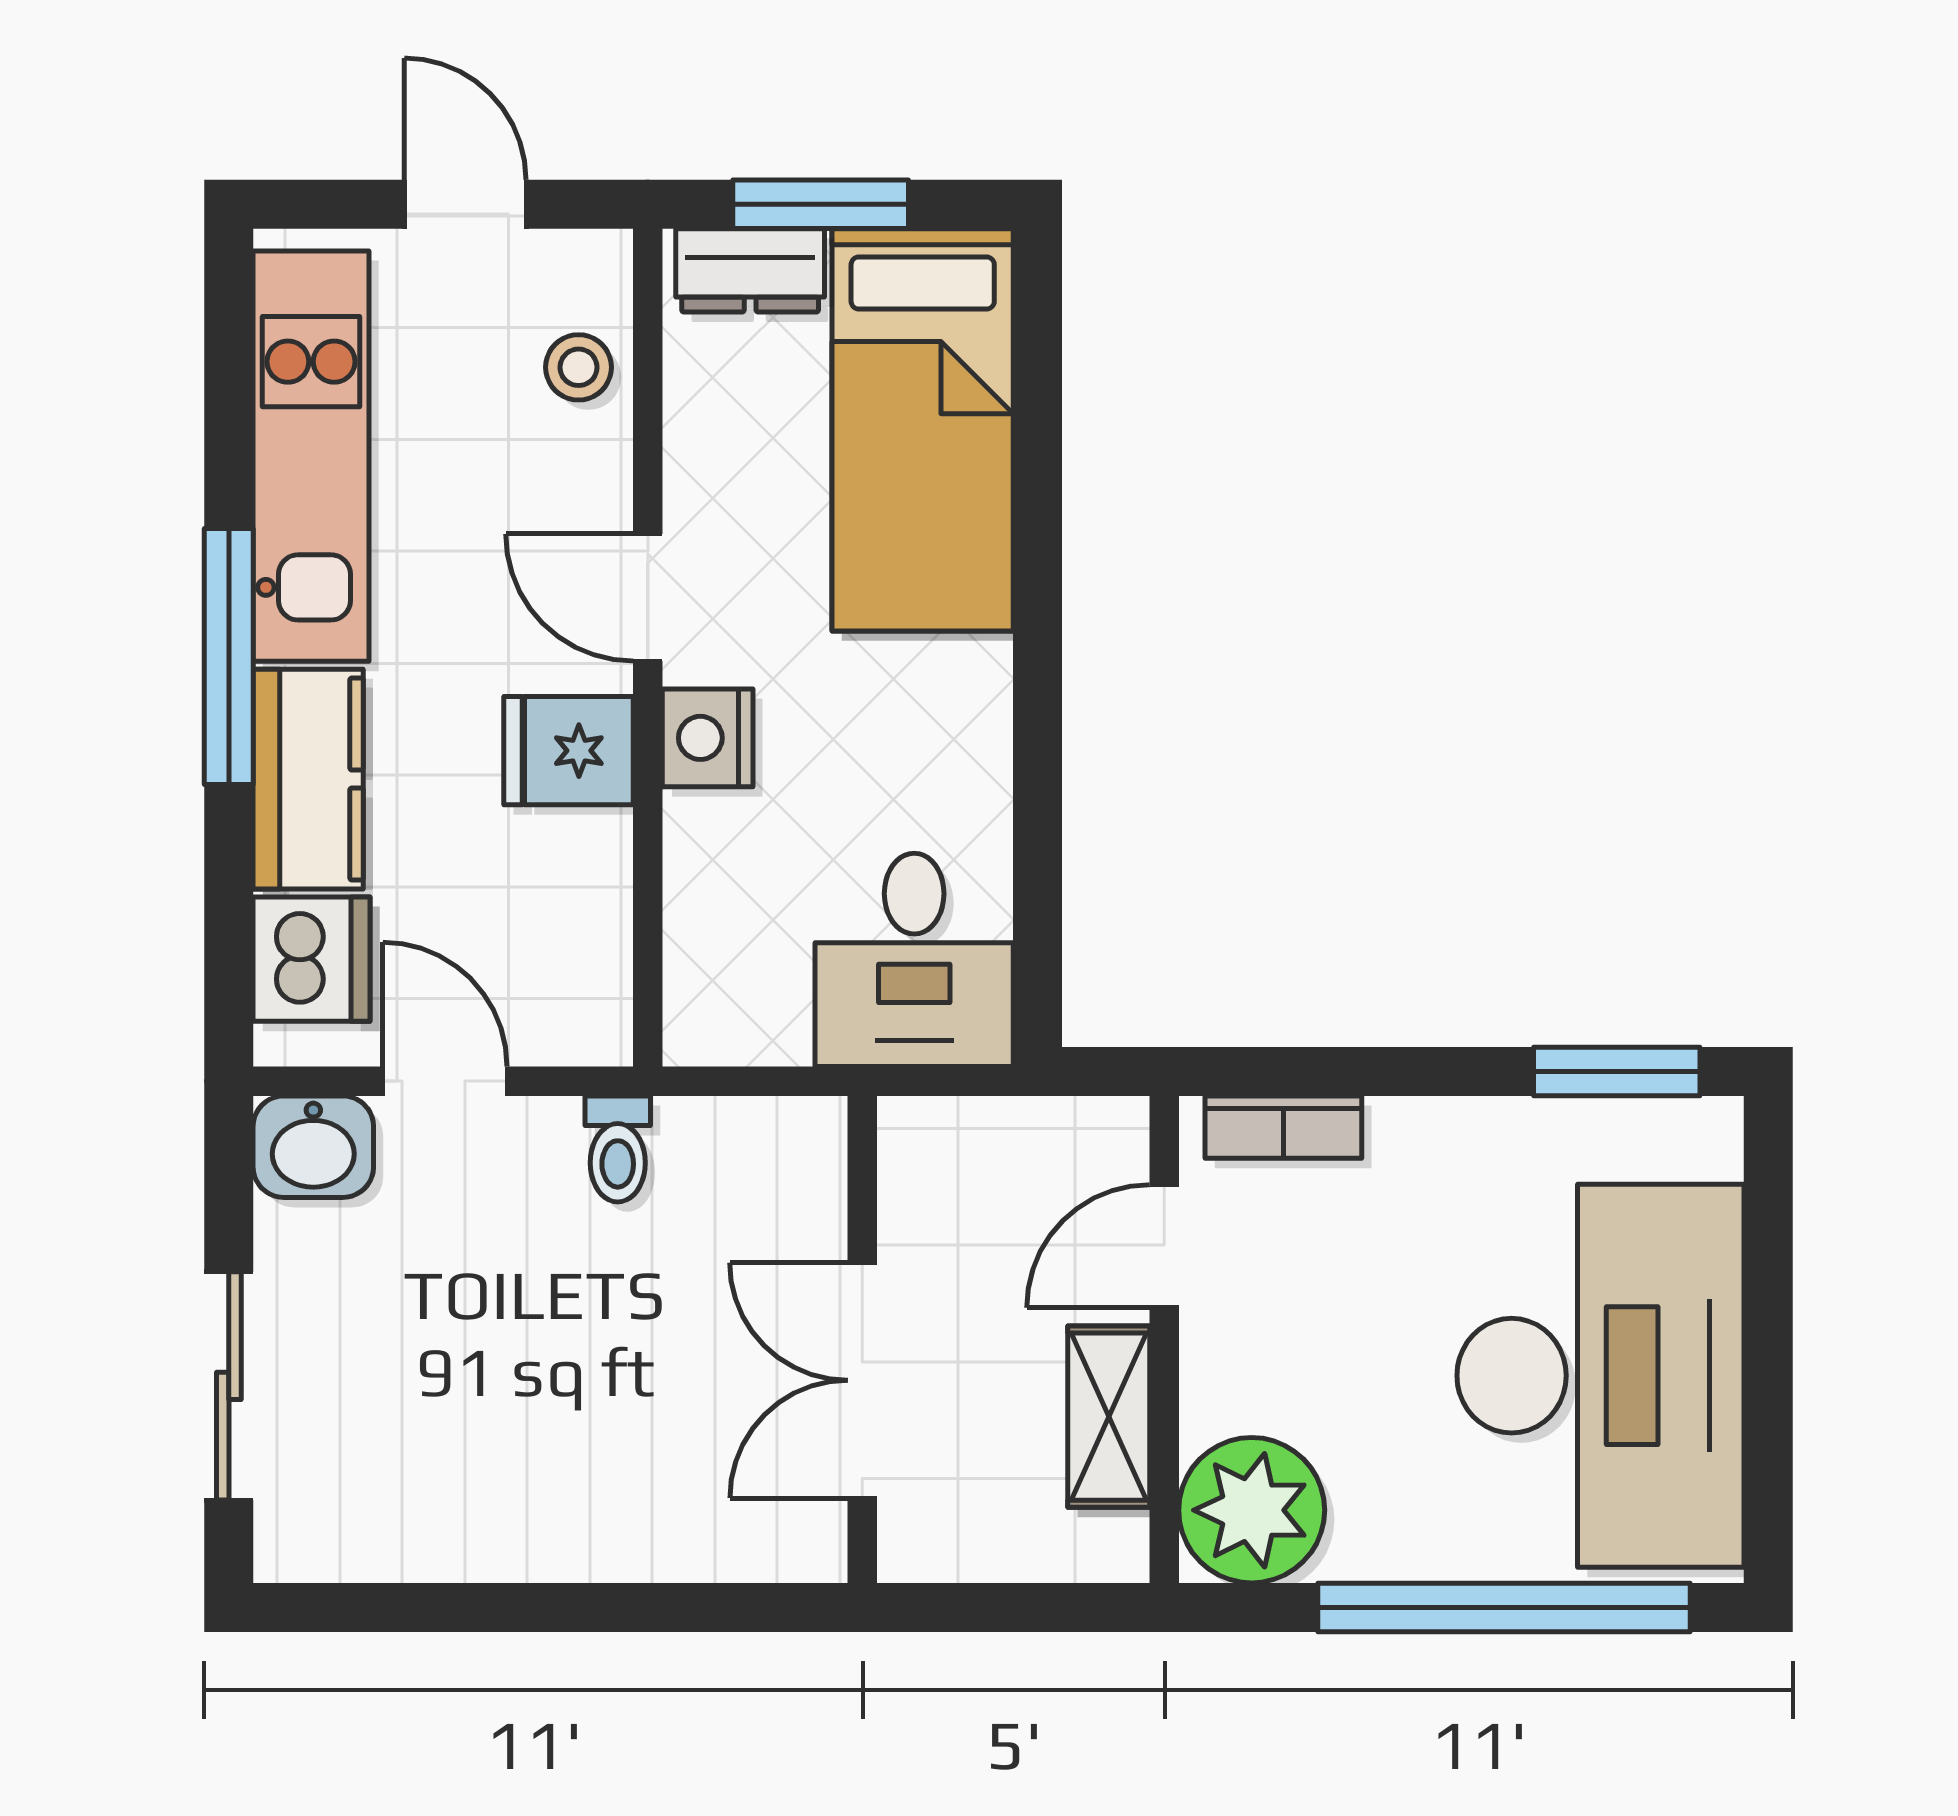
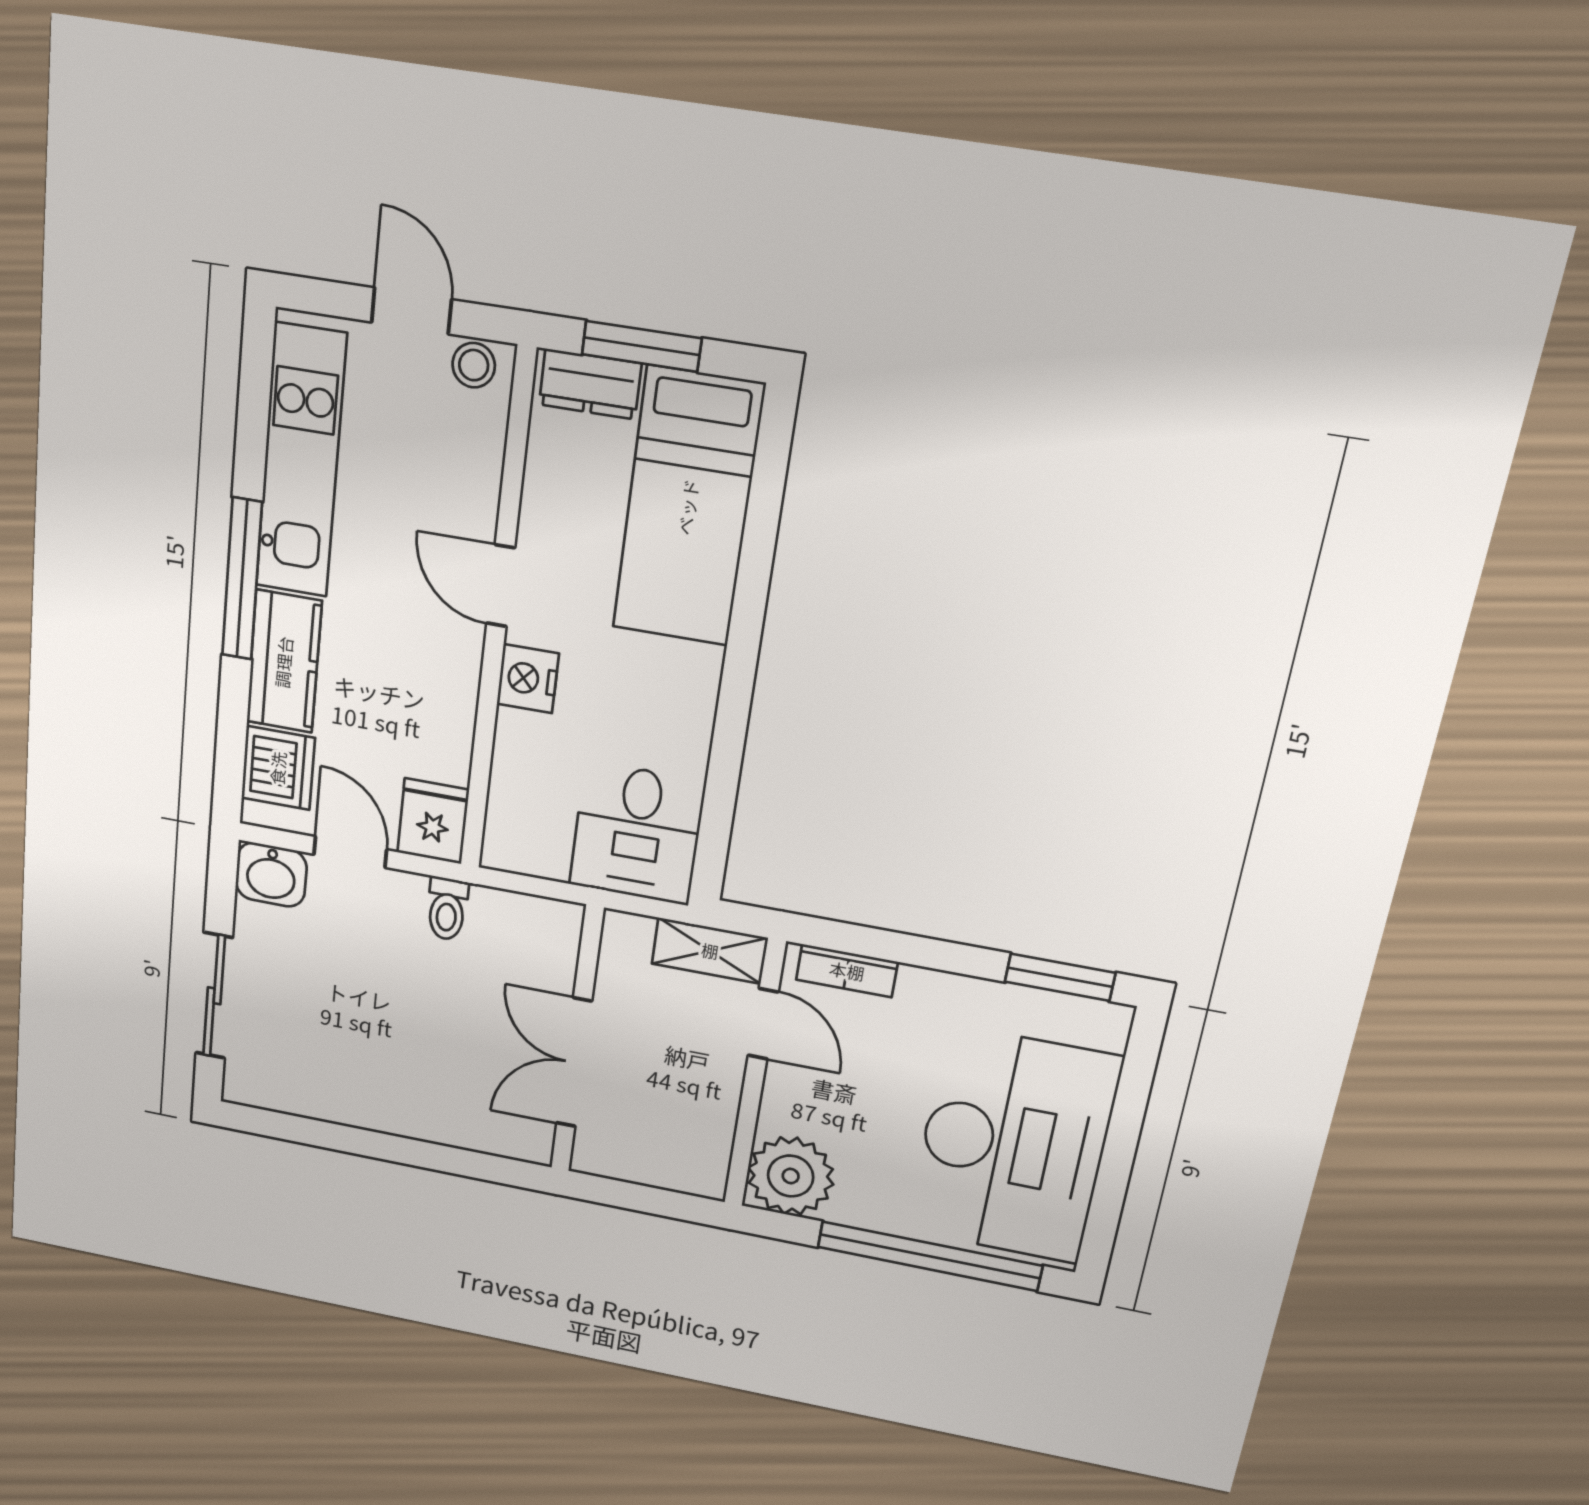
stool: (579, 367) -> (474, 365), moved
fridge: (569, 751) -> (433, 821), moved, turned 90
door: (1164, 1246) -> (763, 1024), swing flipped
shelving: (1109, 1417) -> (710, 951), moved, turned 90

